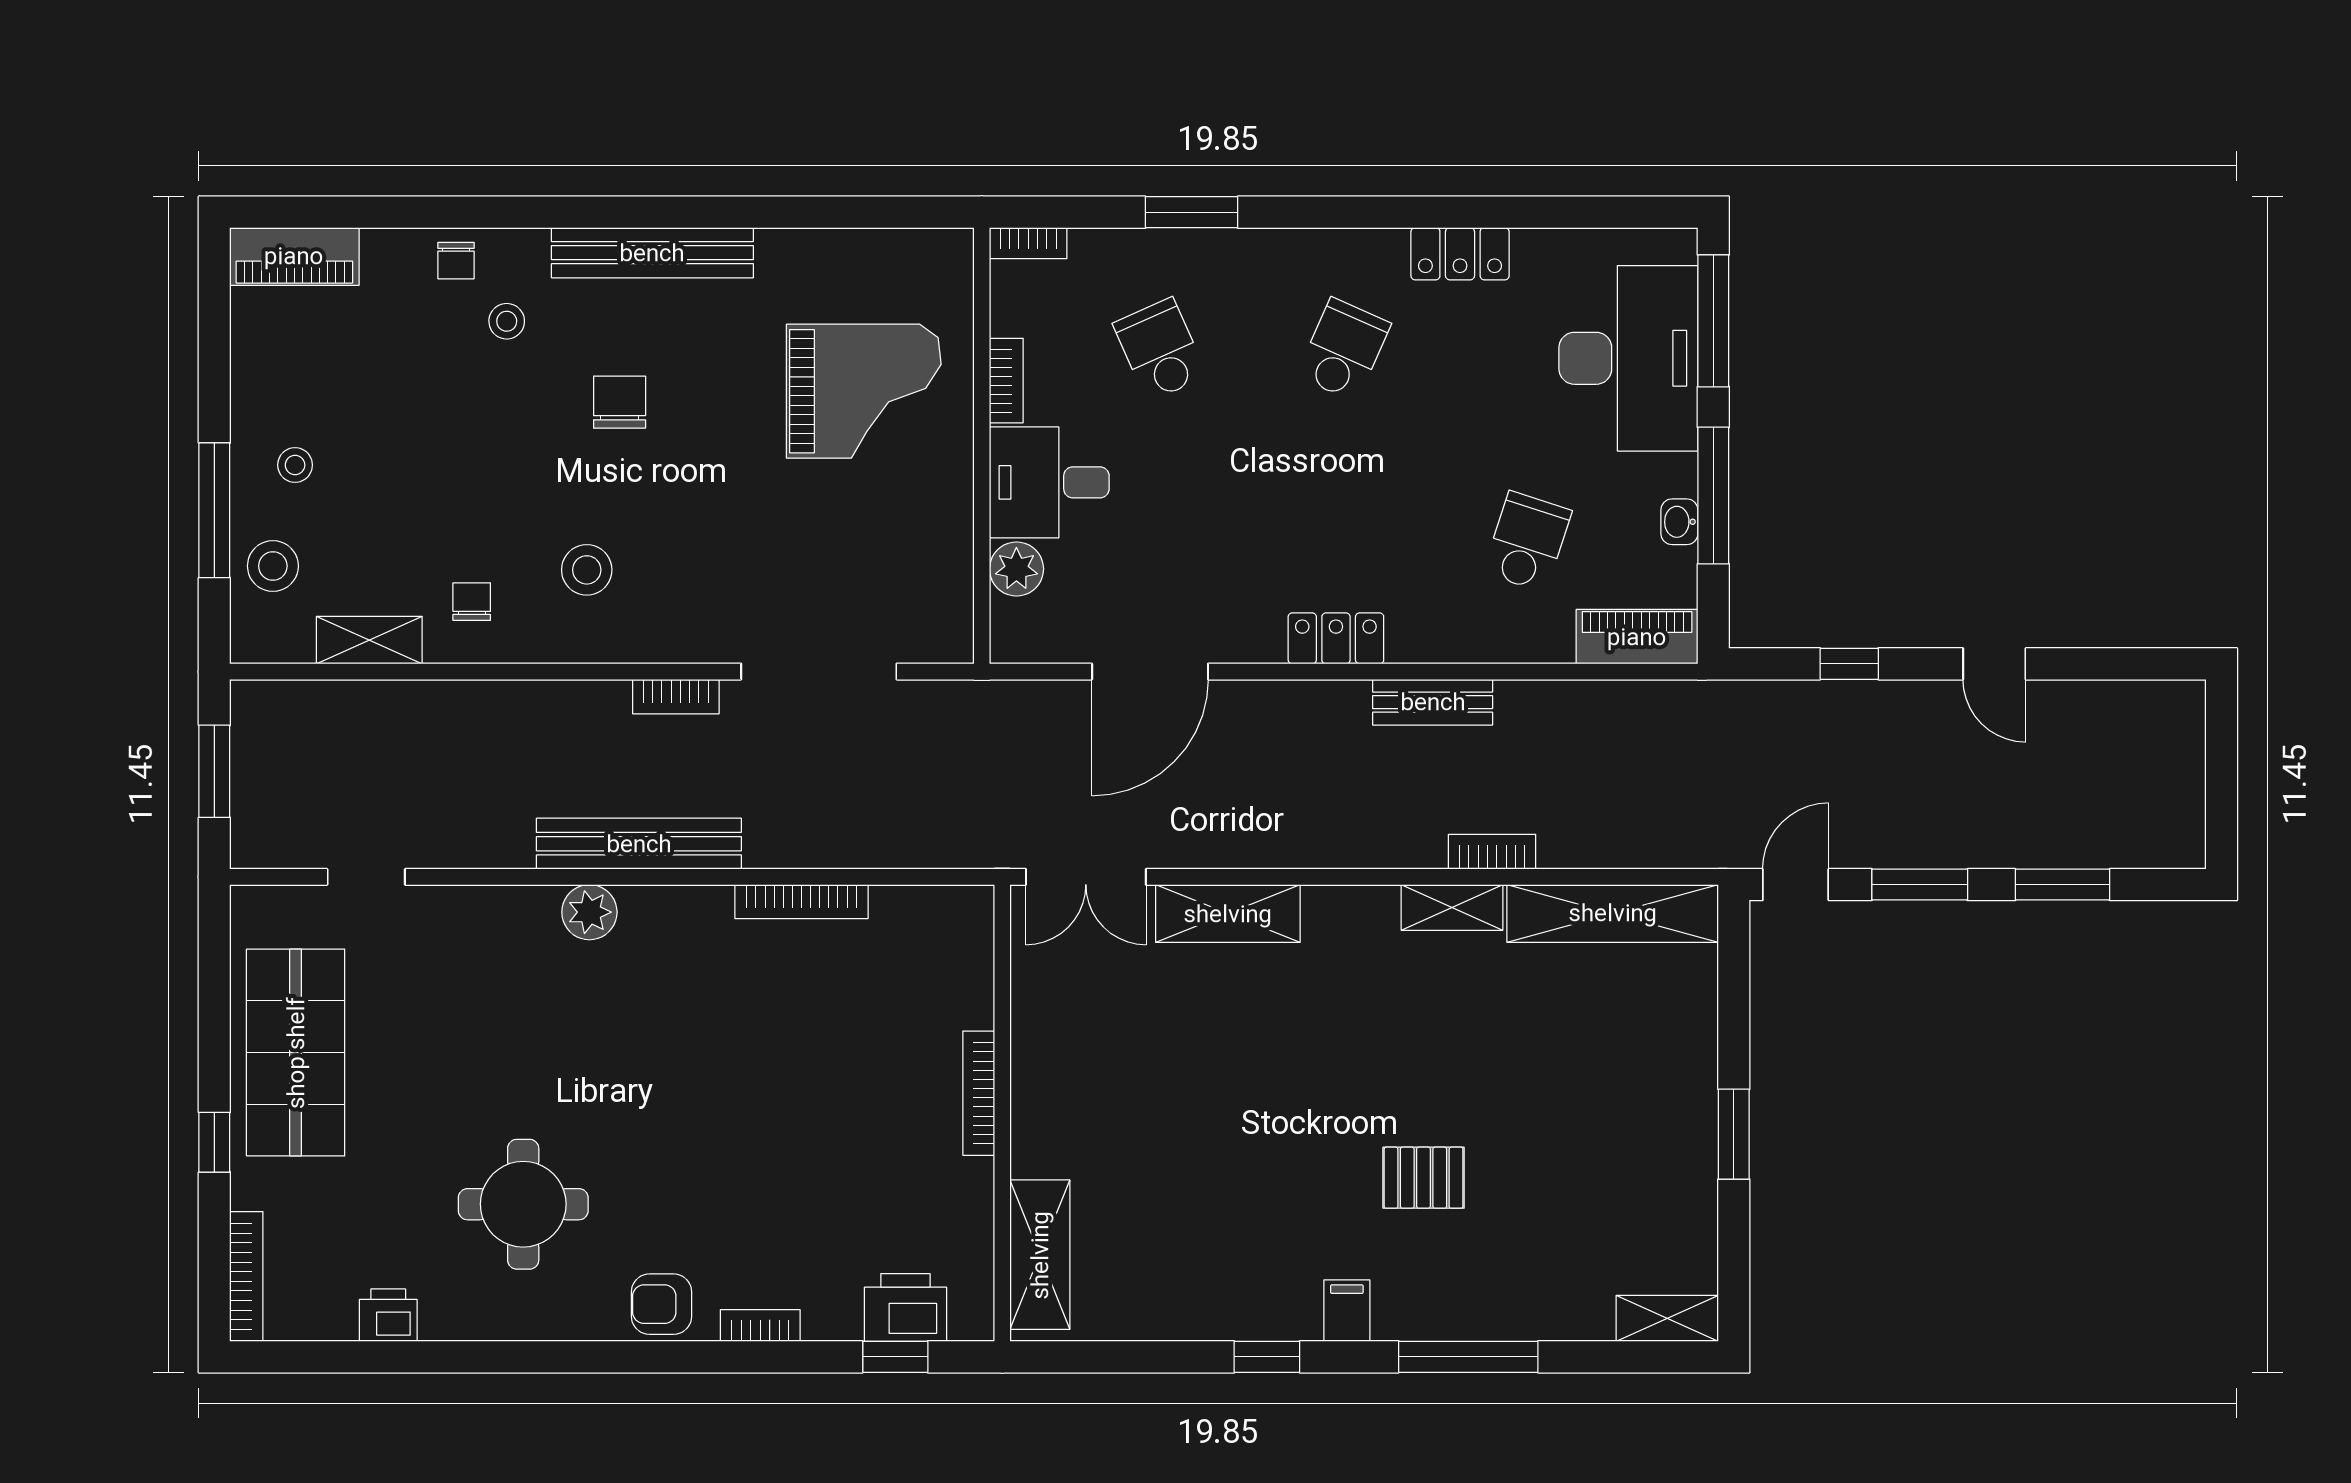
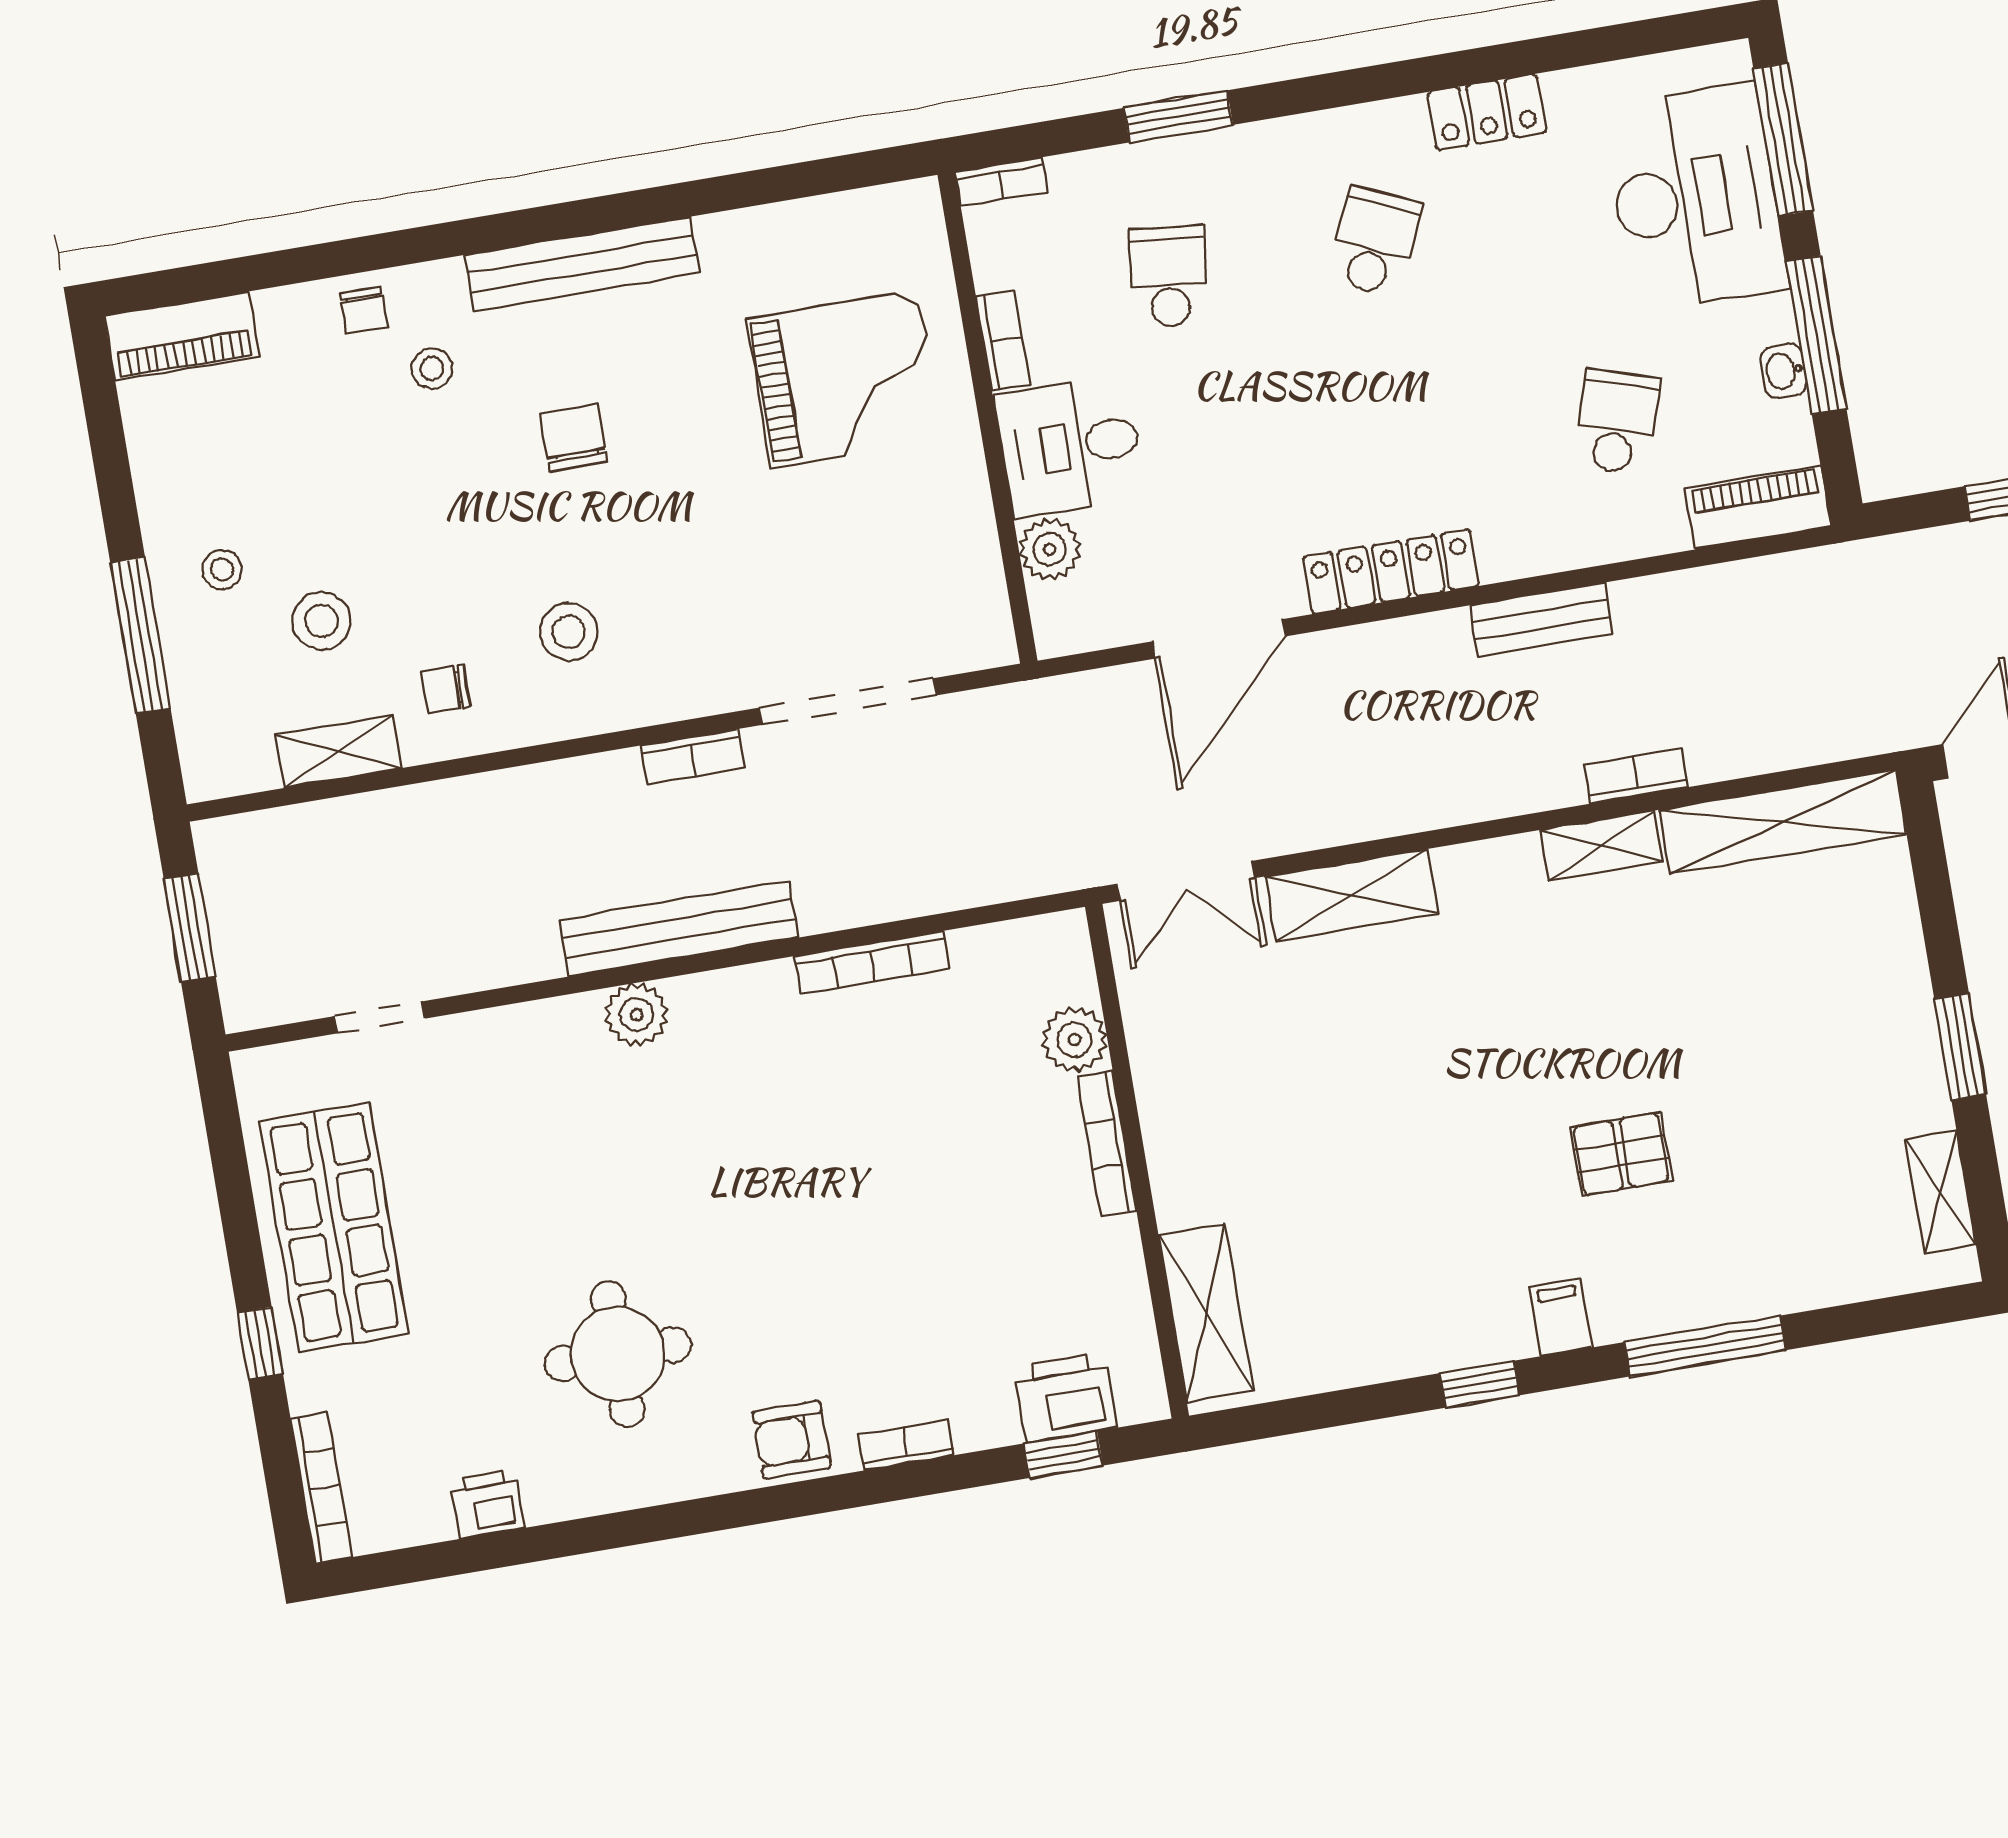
school desk: (1160, 350) -> (1169, 276), turned 30
stool: (273, 566) -> (322, 621), moved
chair: (472, 602) -> (446, 689), turned -90
locker: (1336, 638) -> (1391, 571), width x1.53
plant: (966, 998) -> (1075, 1040), added
shelving: (1667, 1318) -> (1941, 1192), moved, turned 90

